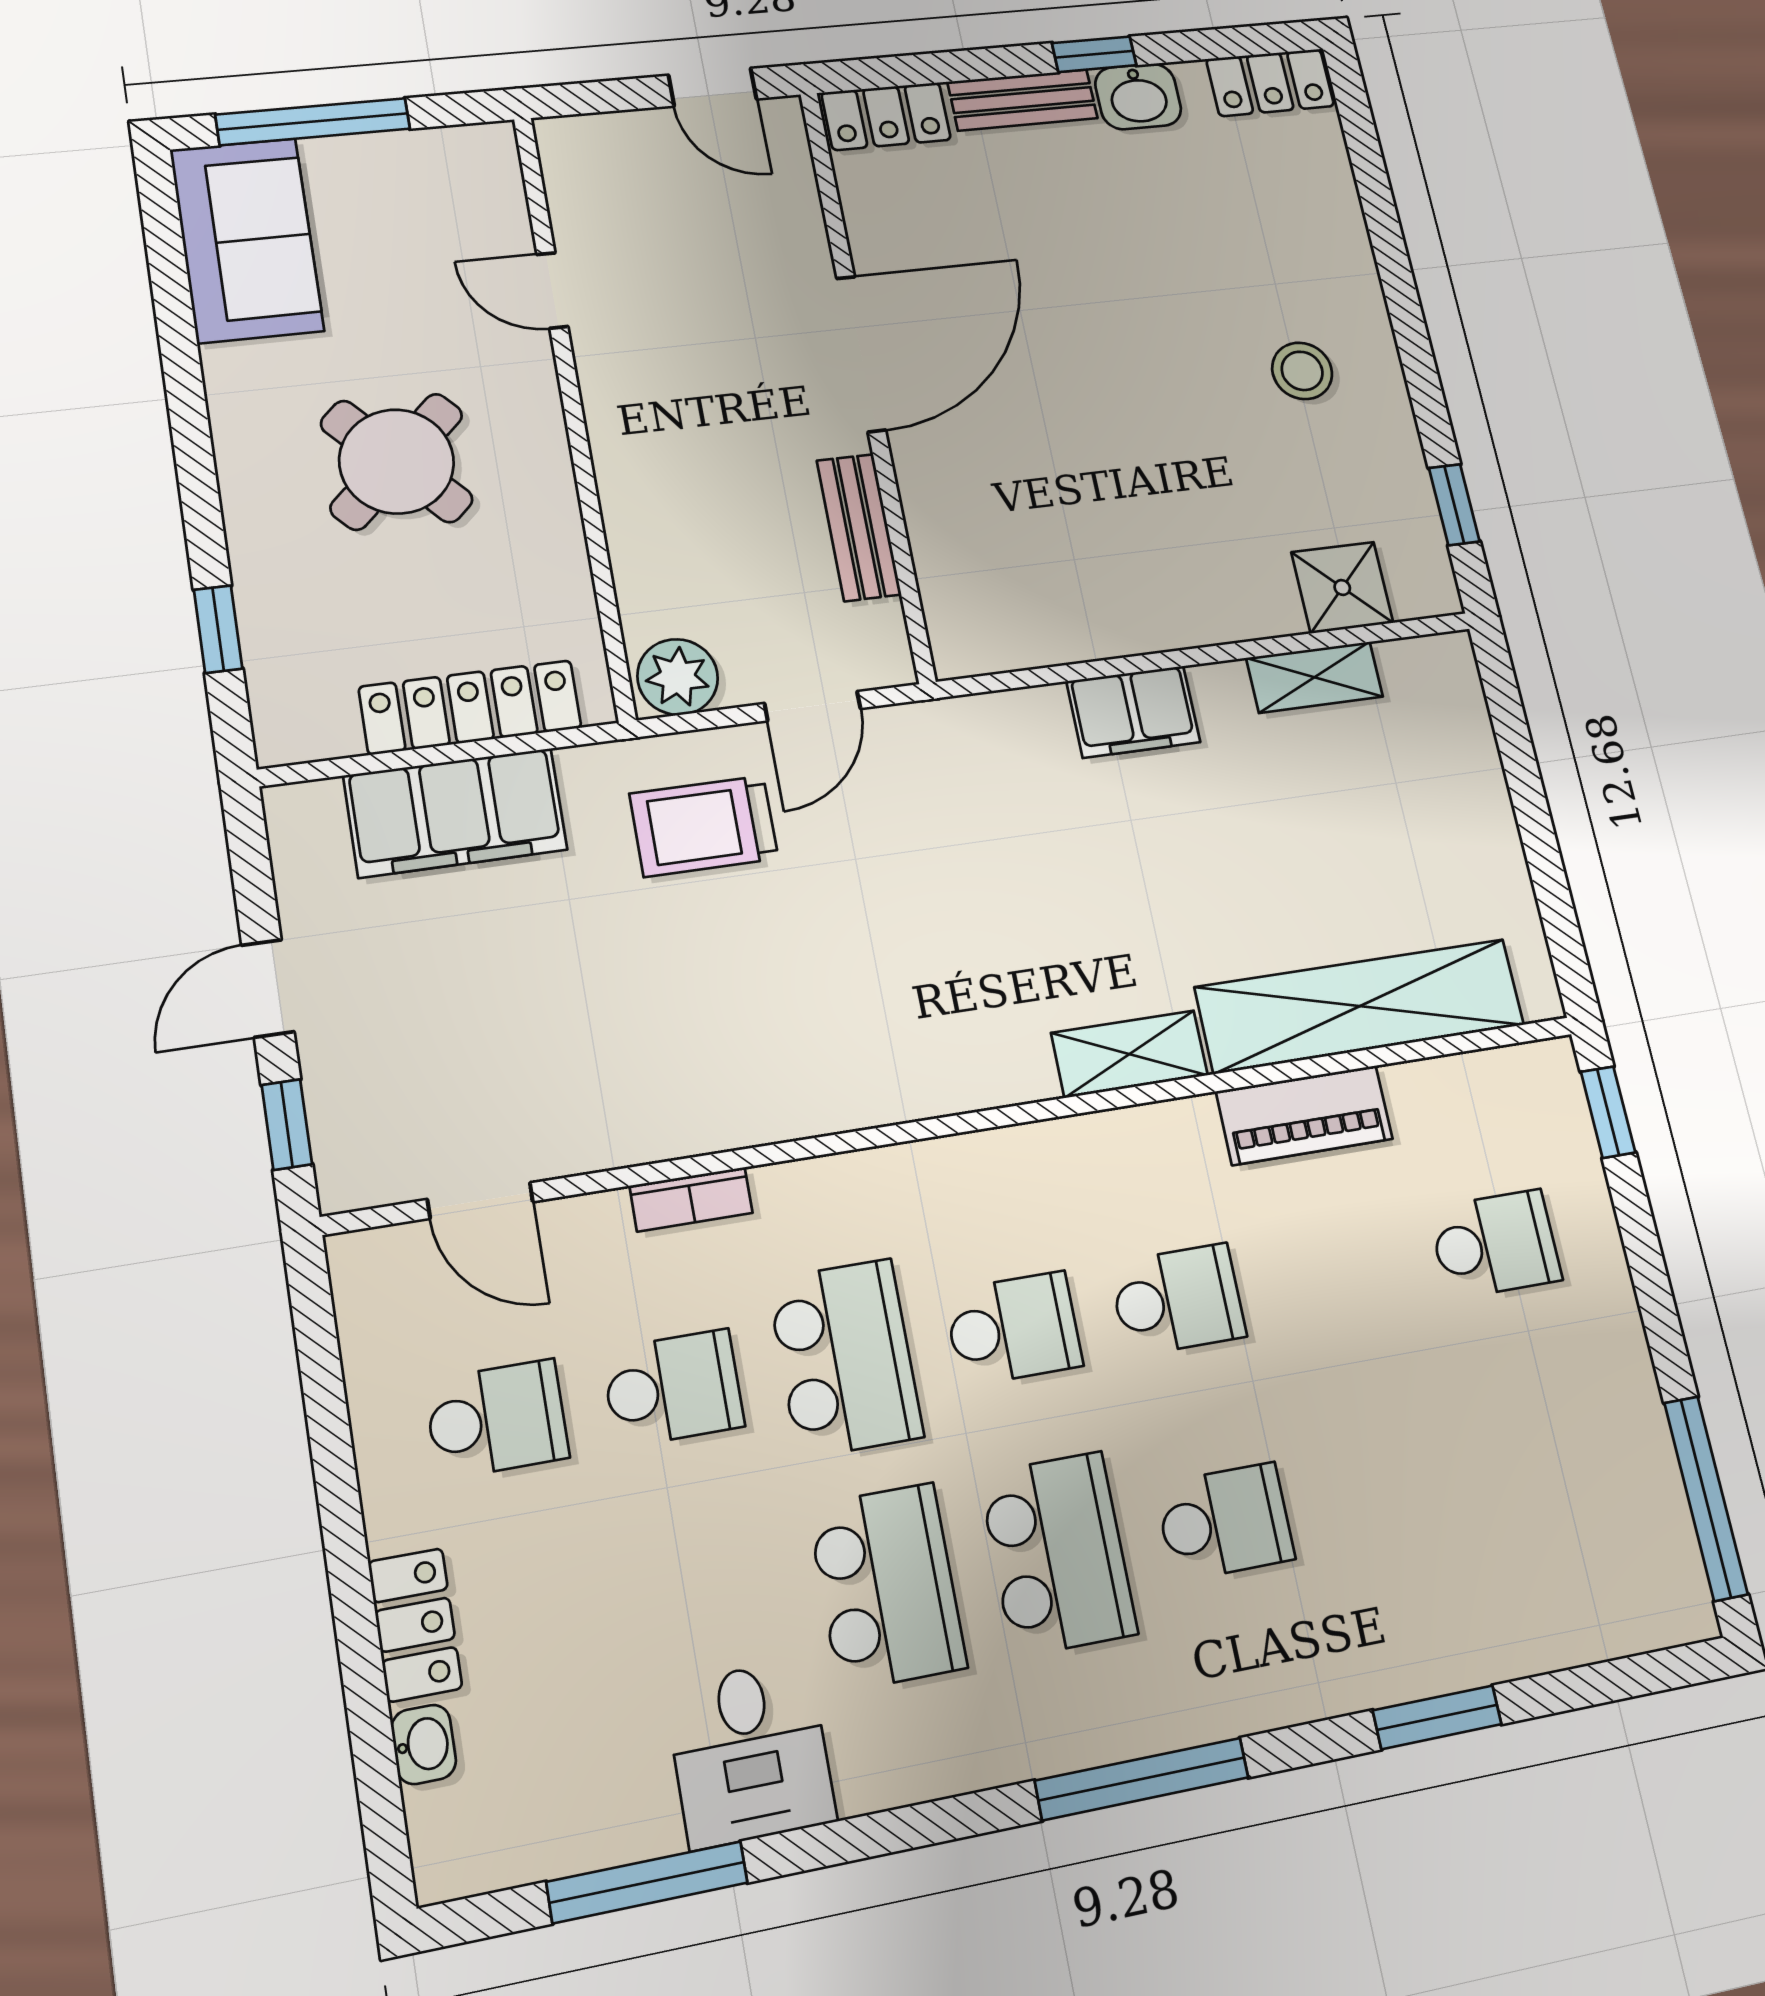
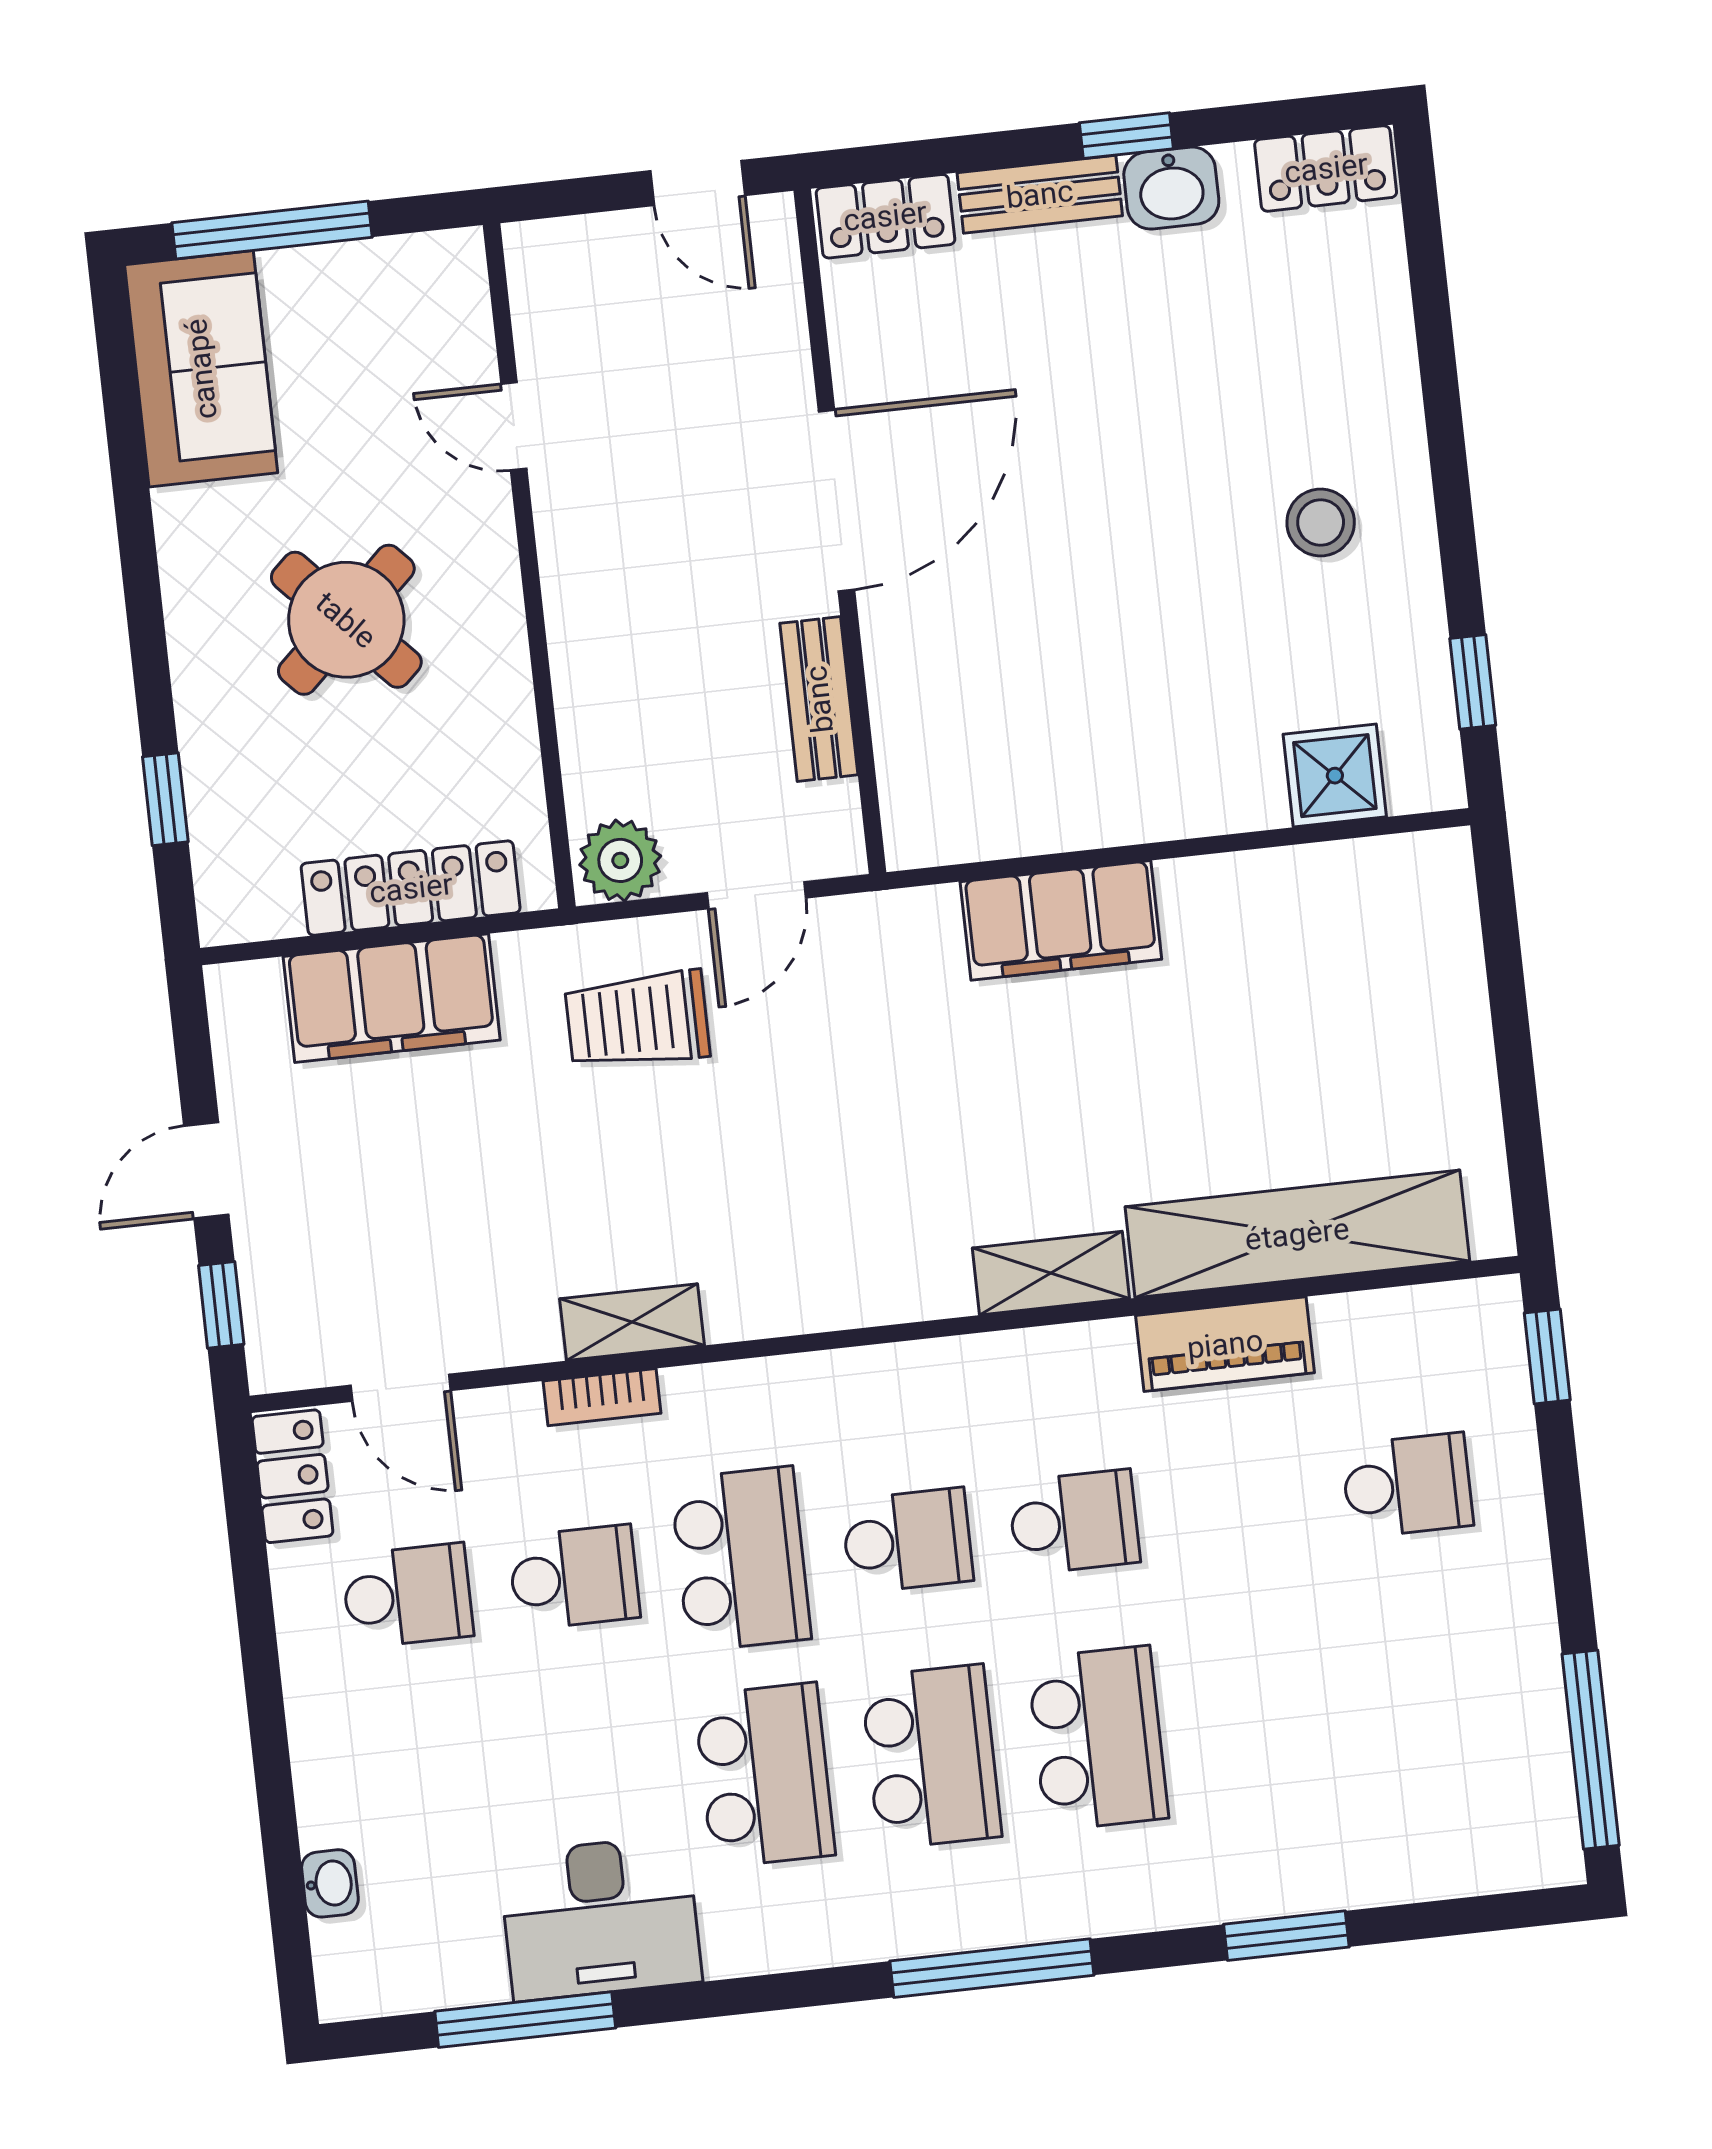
shelving: (1315, 677) -> (632, 1322), moved
filing cabinet: (1133, 712) -> (1061, 920), width x1.50, depth x1.17
school desk: (1225, 1522) -> (1098, 1738), width x1.85
locker: (415, 1625) -> (293, 1476), moved
desk: (750, 1753) -> (600, 1918), width x1.37

